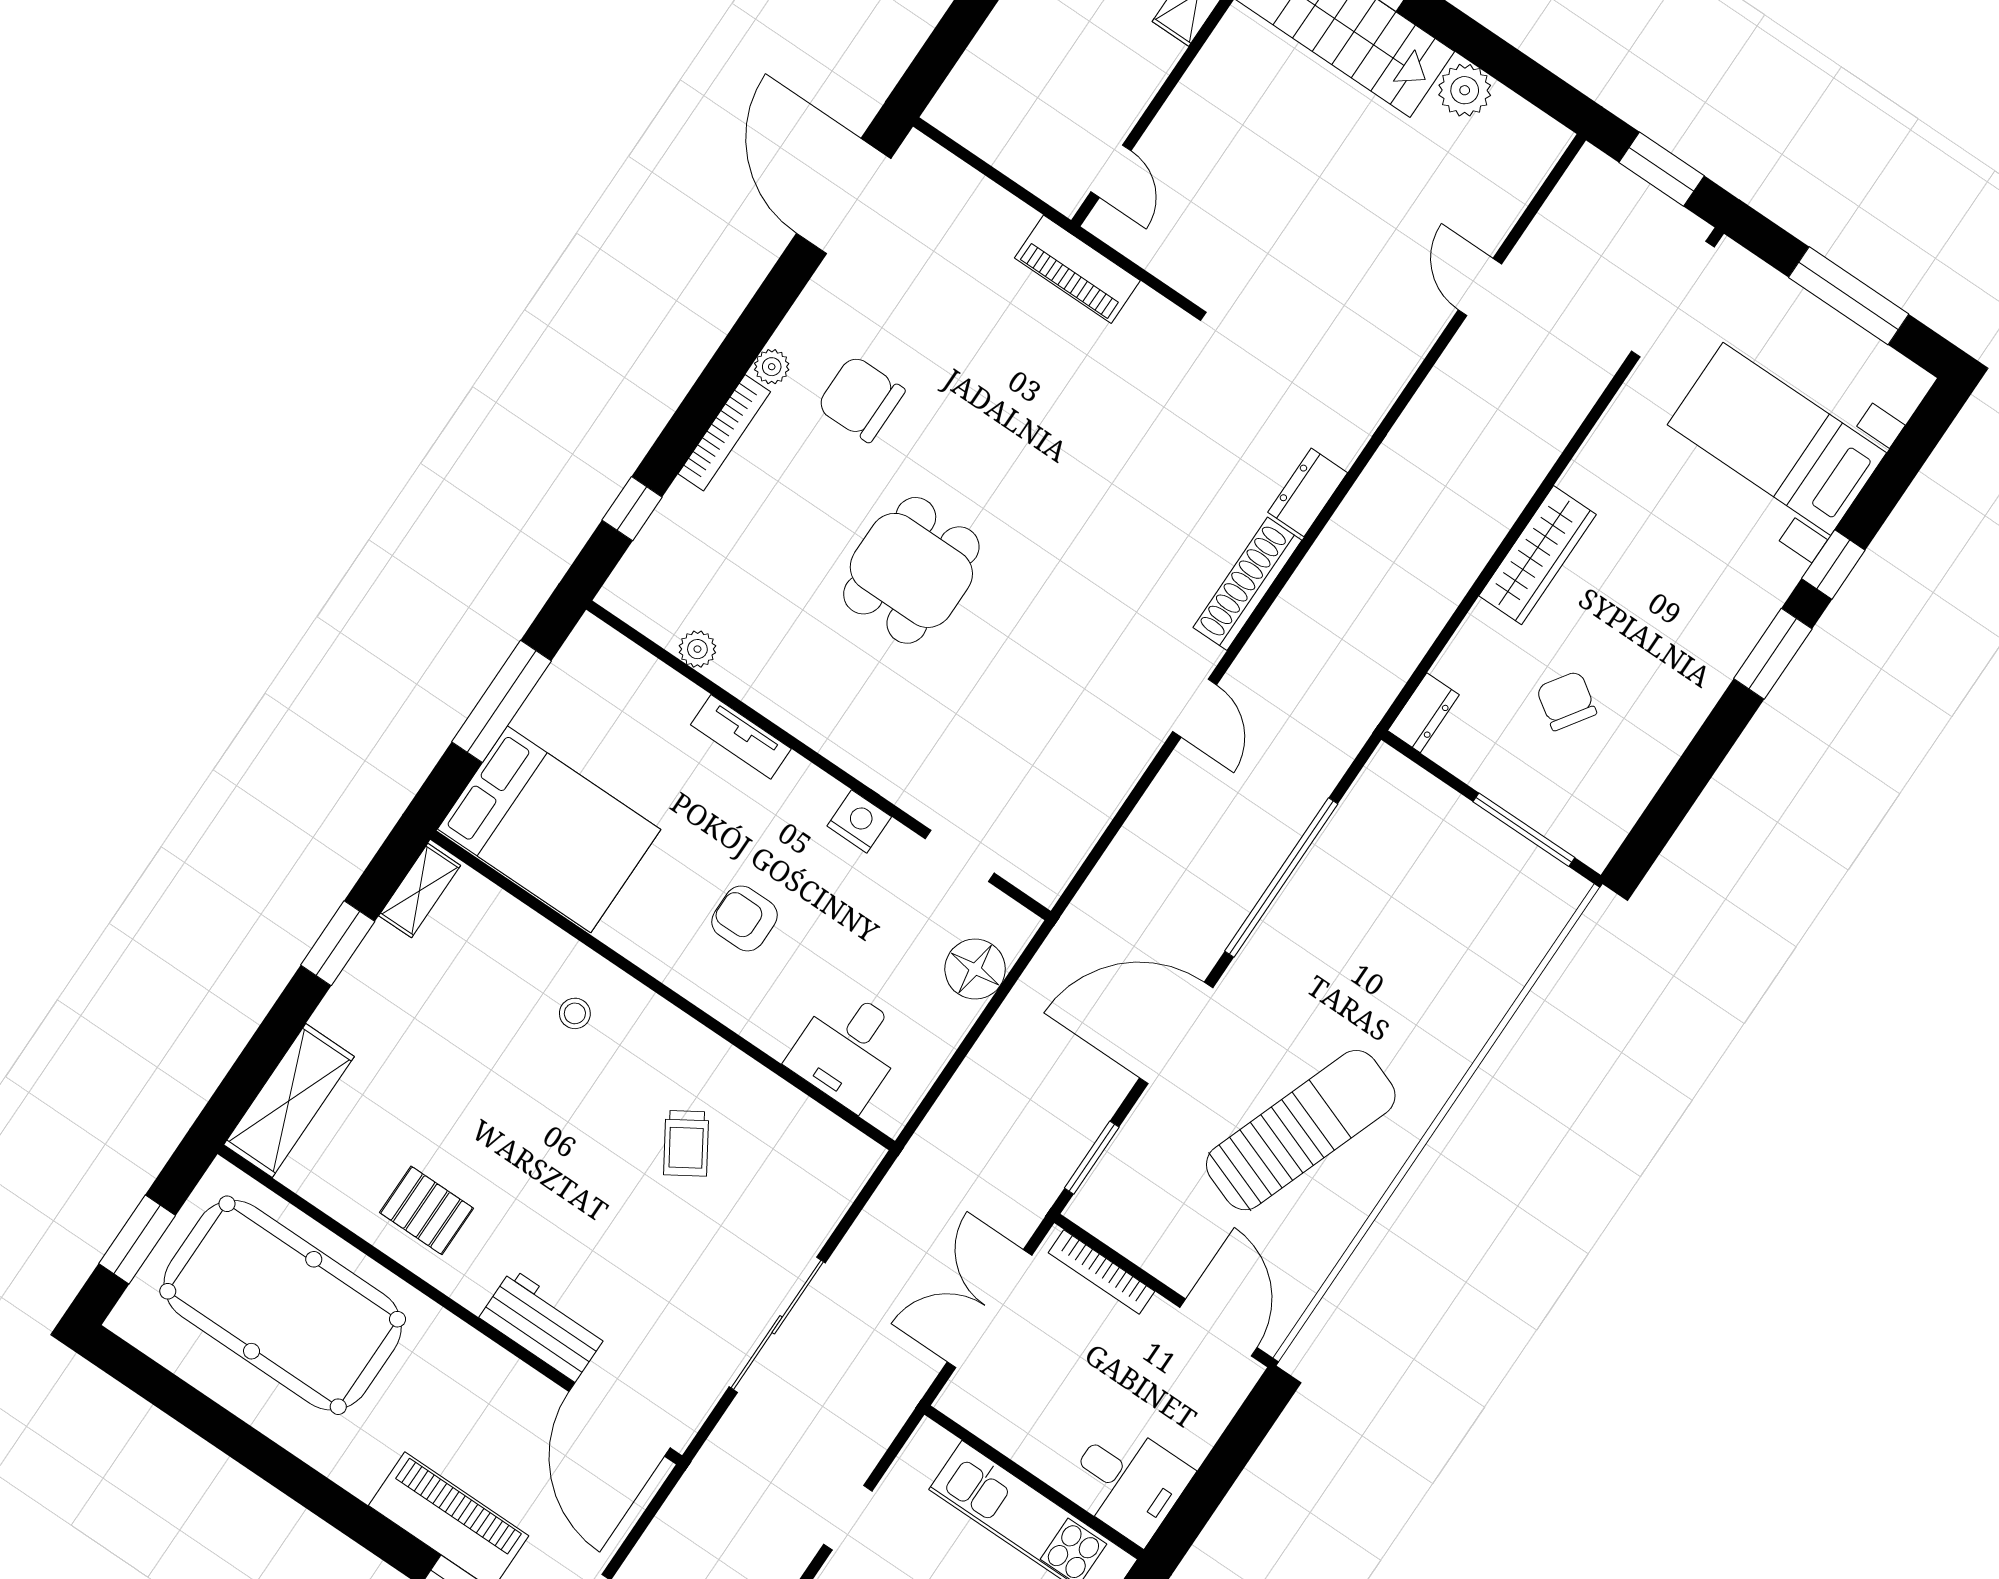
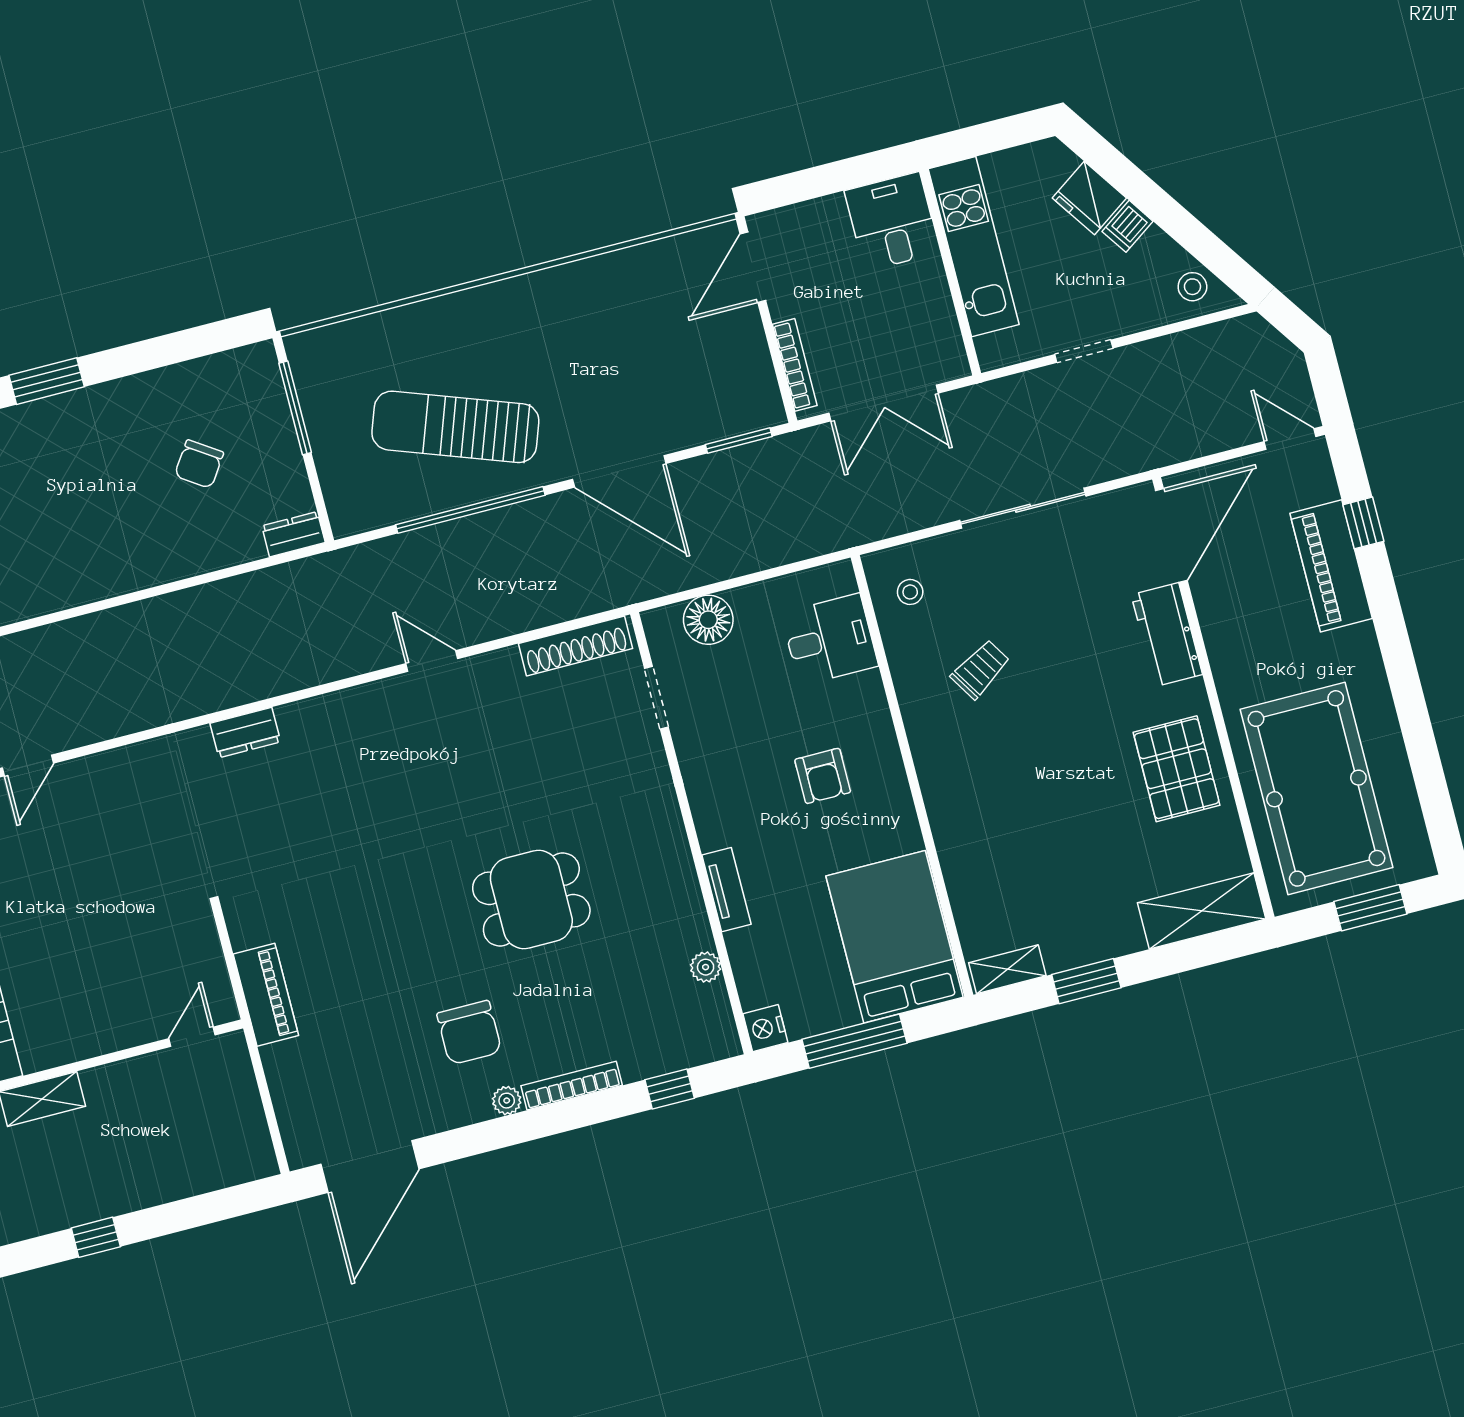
wardrobe: (1538, 555) -> (138, 569), removed
shoe rack: (1247, 584) -> (575, 646), moved
door: (1195, 708) -> (432, 661), hinge flipped
nightstand: (859, 821) -> (765, 1028), moved
stool: (575, 1013) -> (910, 592), moved
sun lounger: (1301, 1130) -> (455, 427), moved
pallet: (427, 1210) -> (1177, 769), width x1.50, depth x1.42

